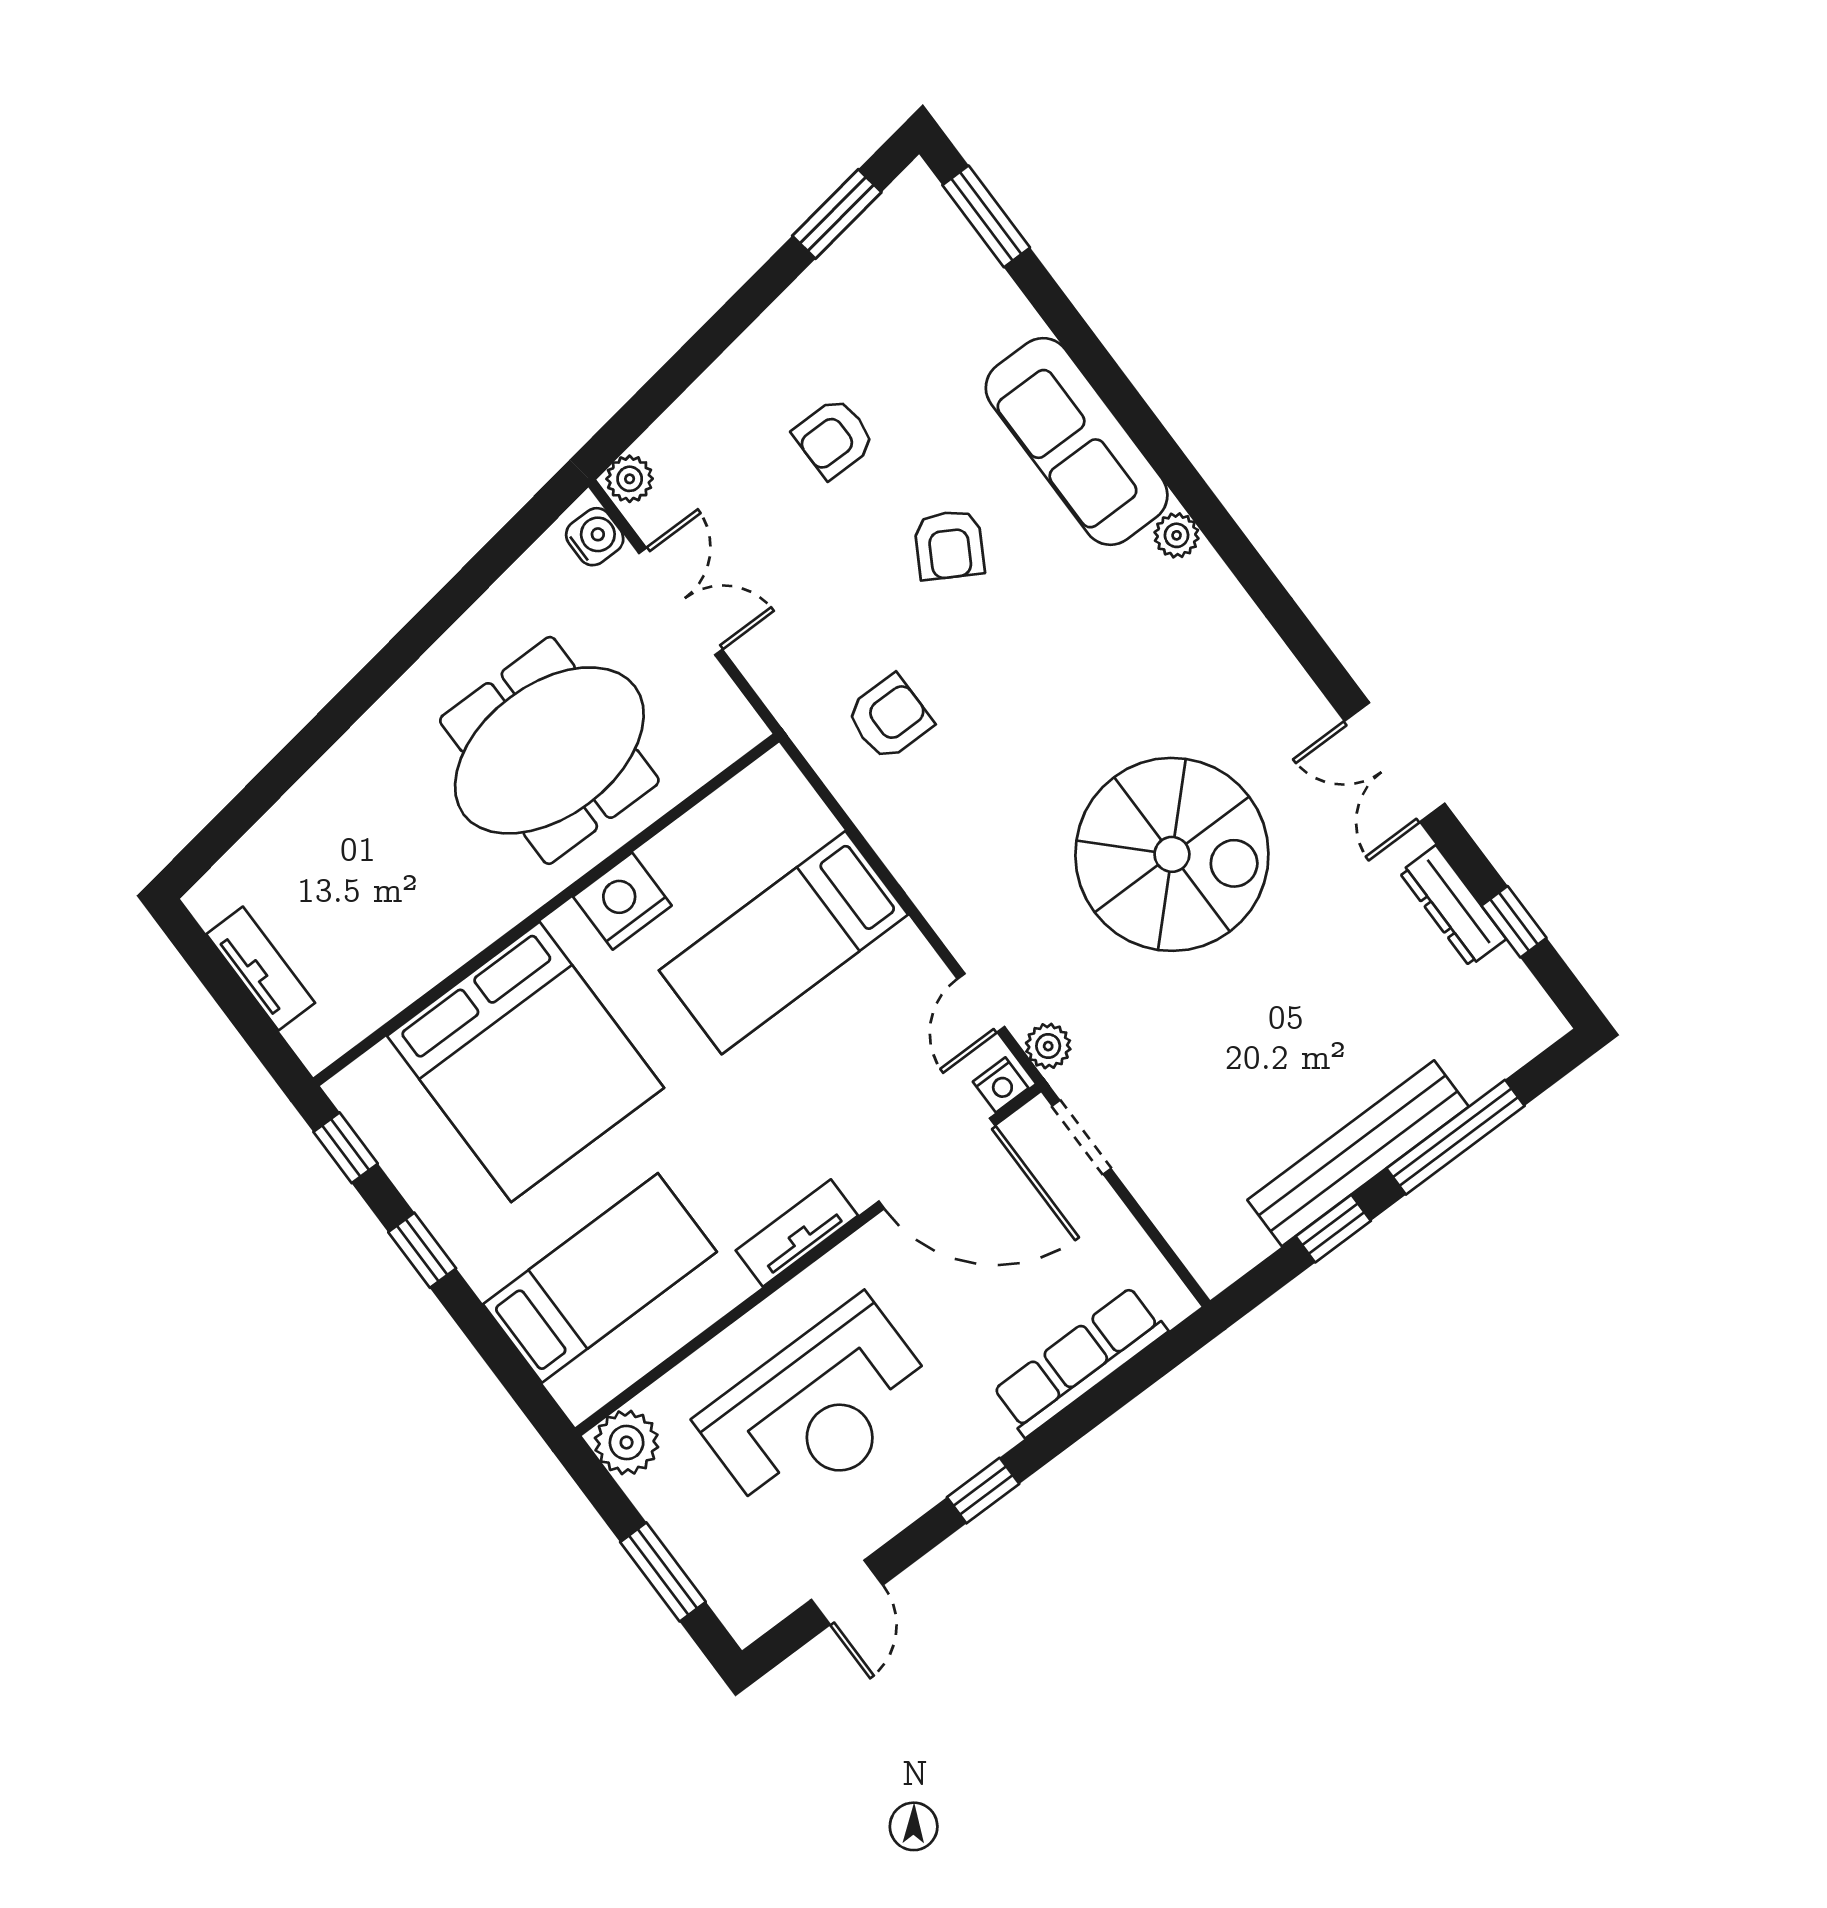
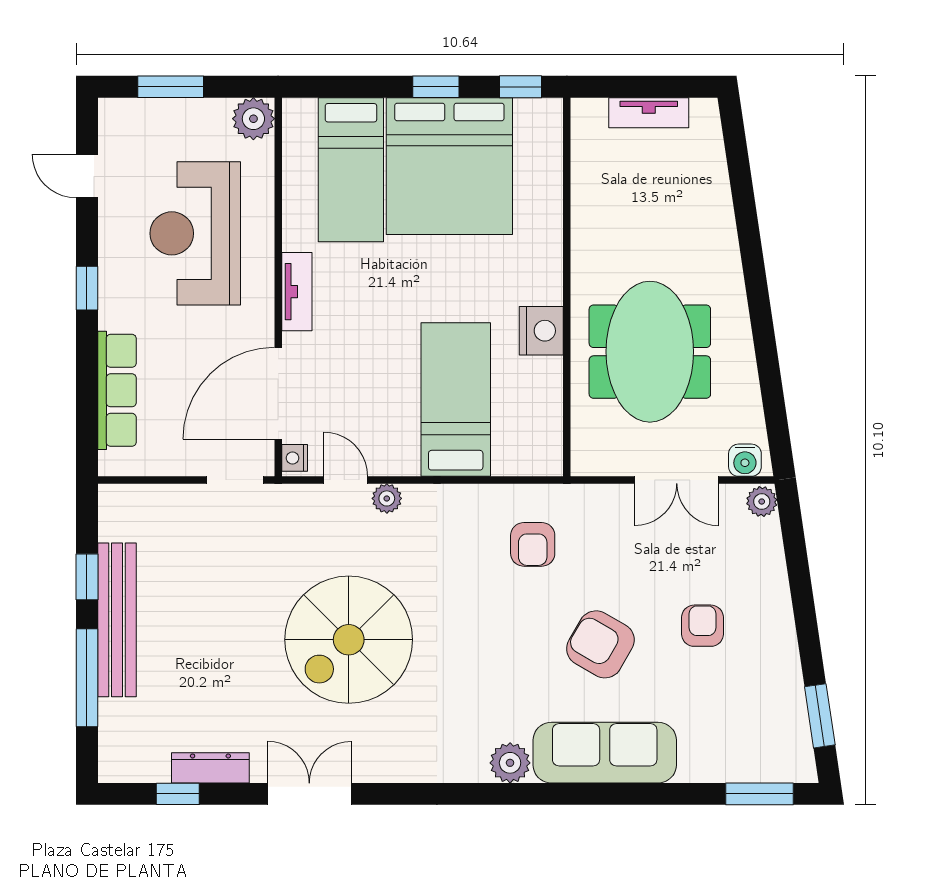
plant: (1177, 535) -> (510, 763), width x1.38, depth x1.38
armchair: (949, 545) -> (600, 644), width x1.38, depth x1.38
plant: (1048, 1046) -> (387, 498), moved
bed: (525, 1062) -> (449, 166), moved, turned -90

